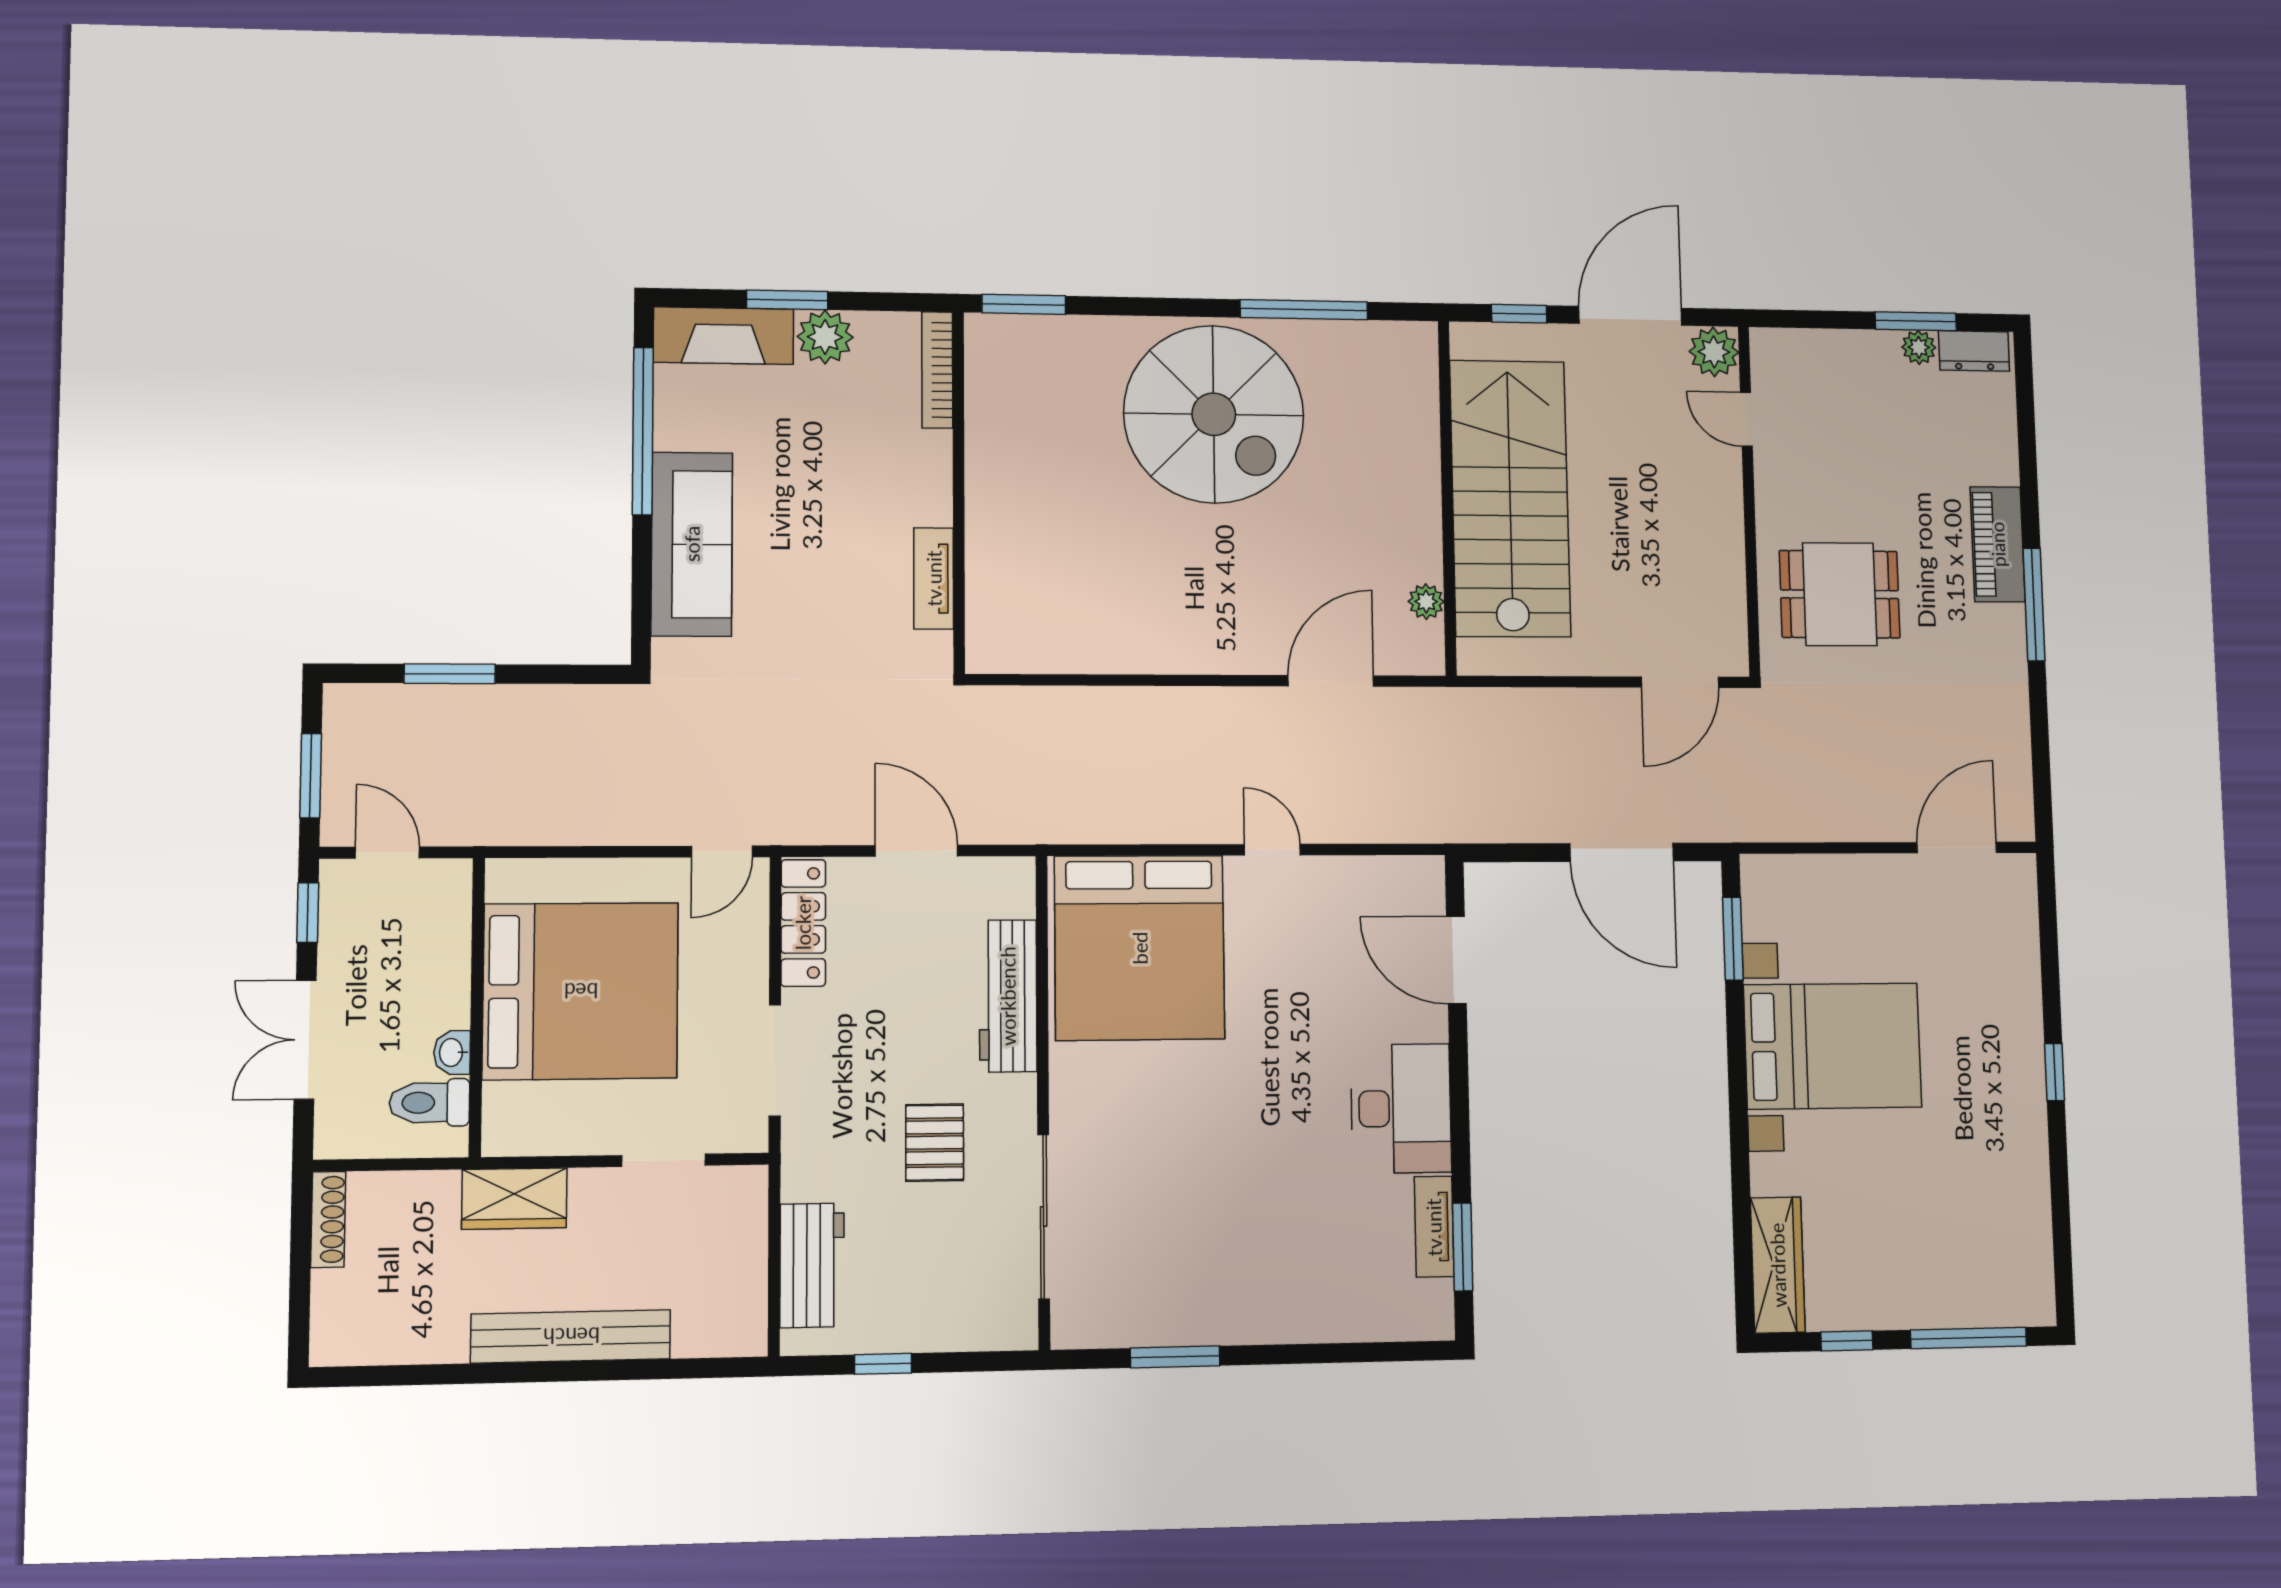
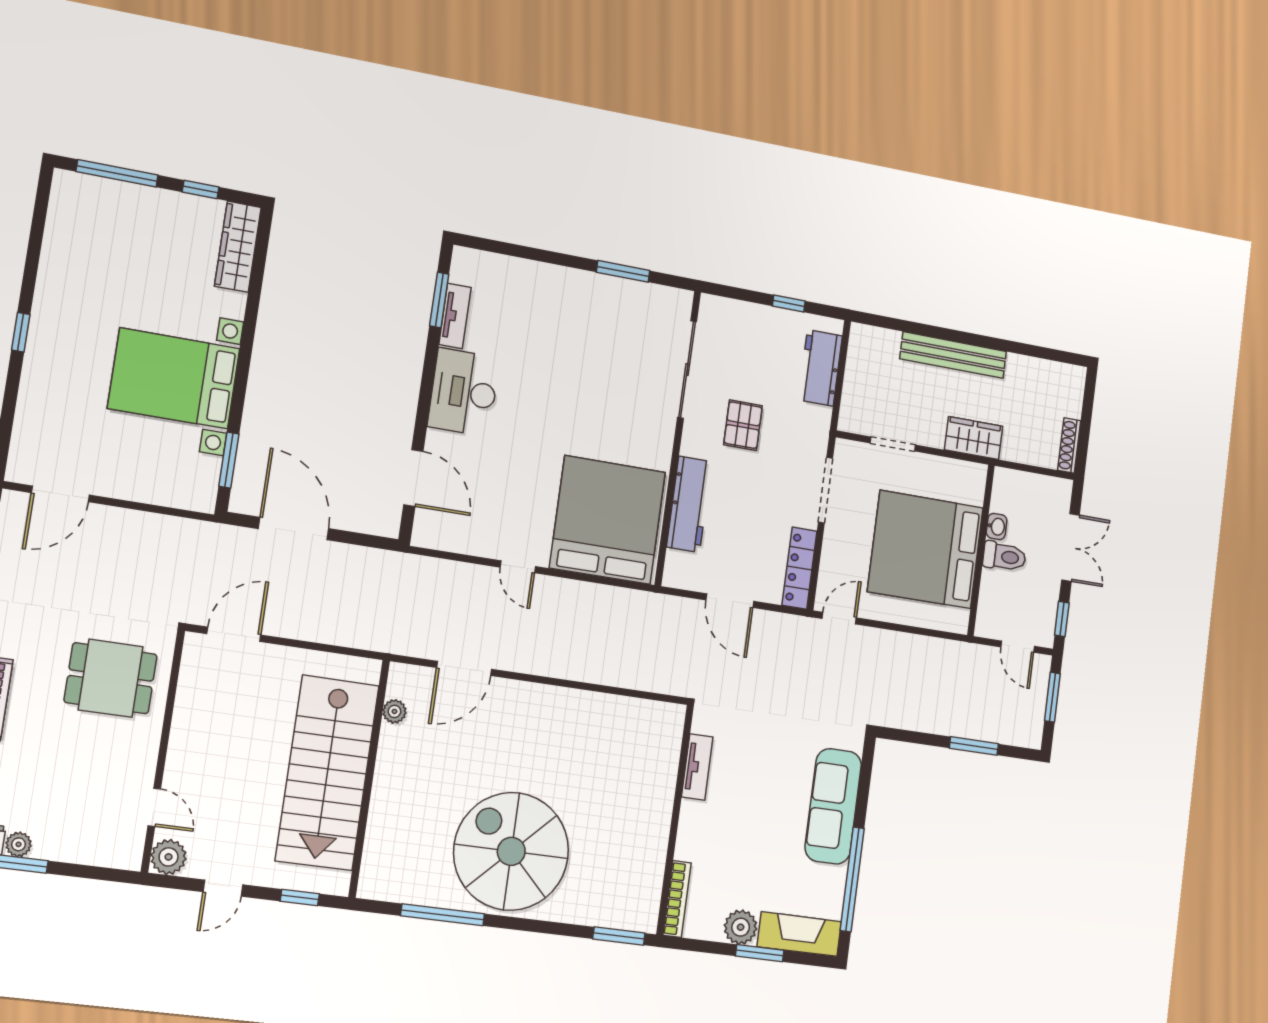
door: (1630, 316) -> (223, 888), width x0.53
toilet: (429, 1103) -> (1004, 557), moved

